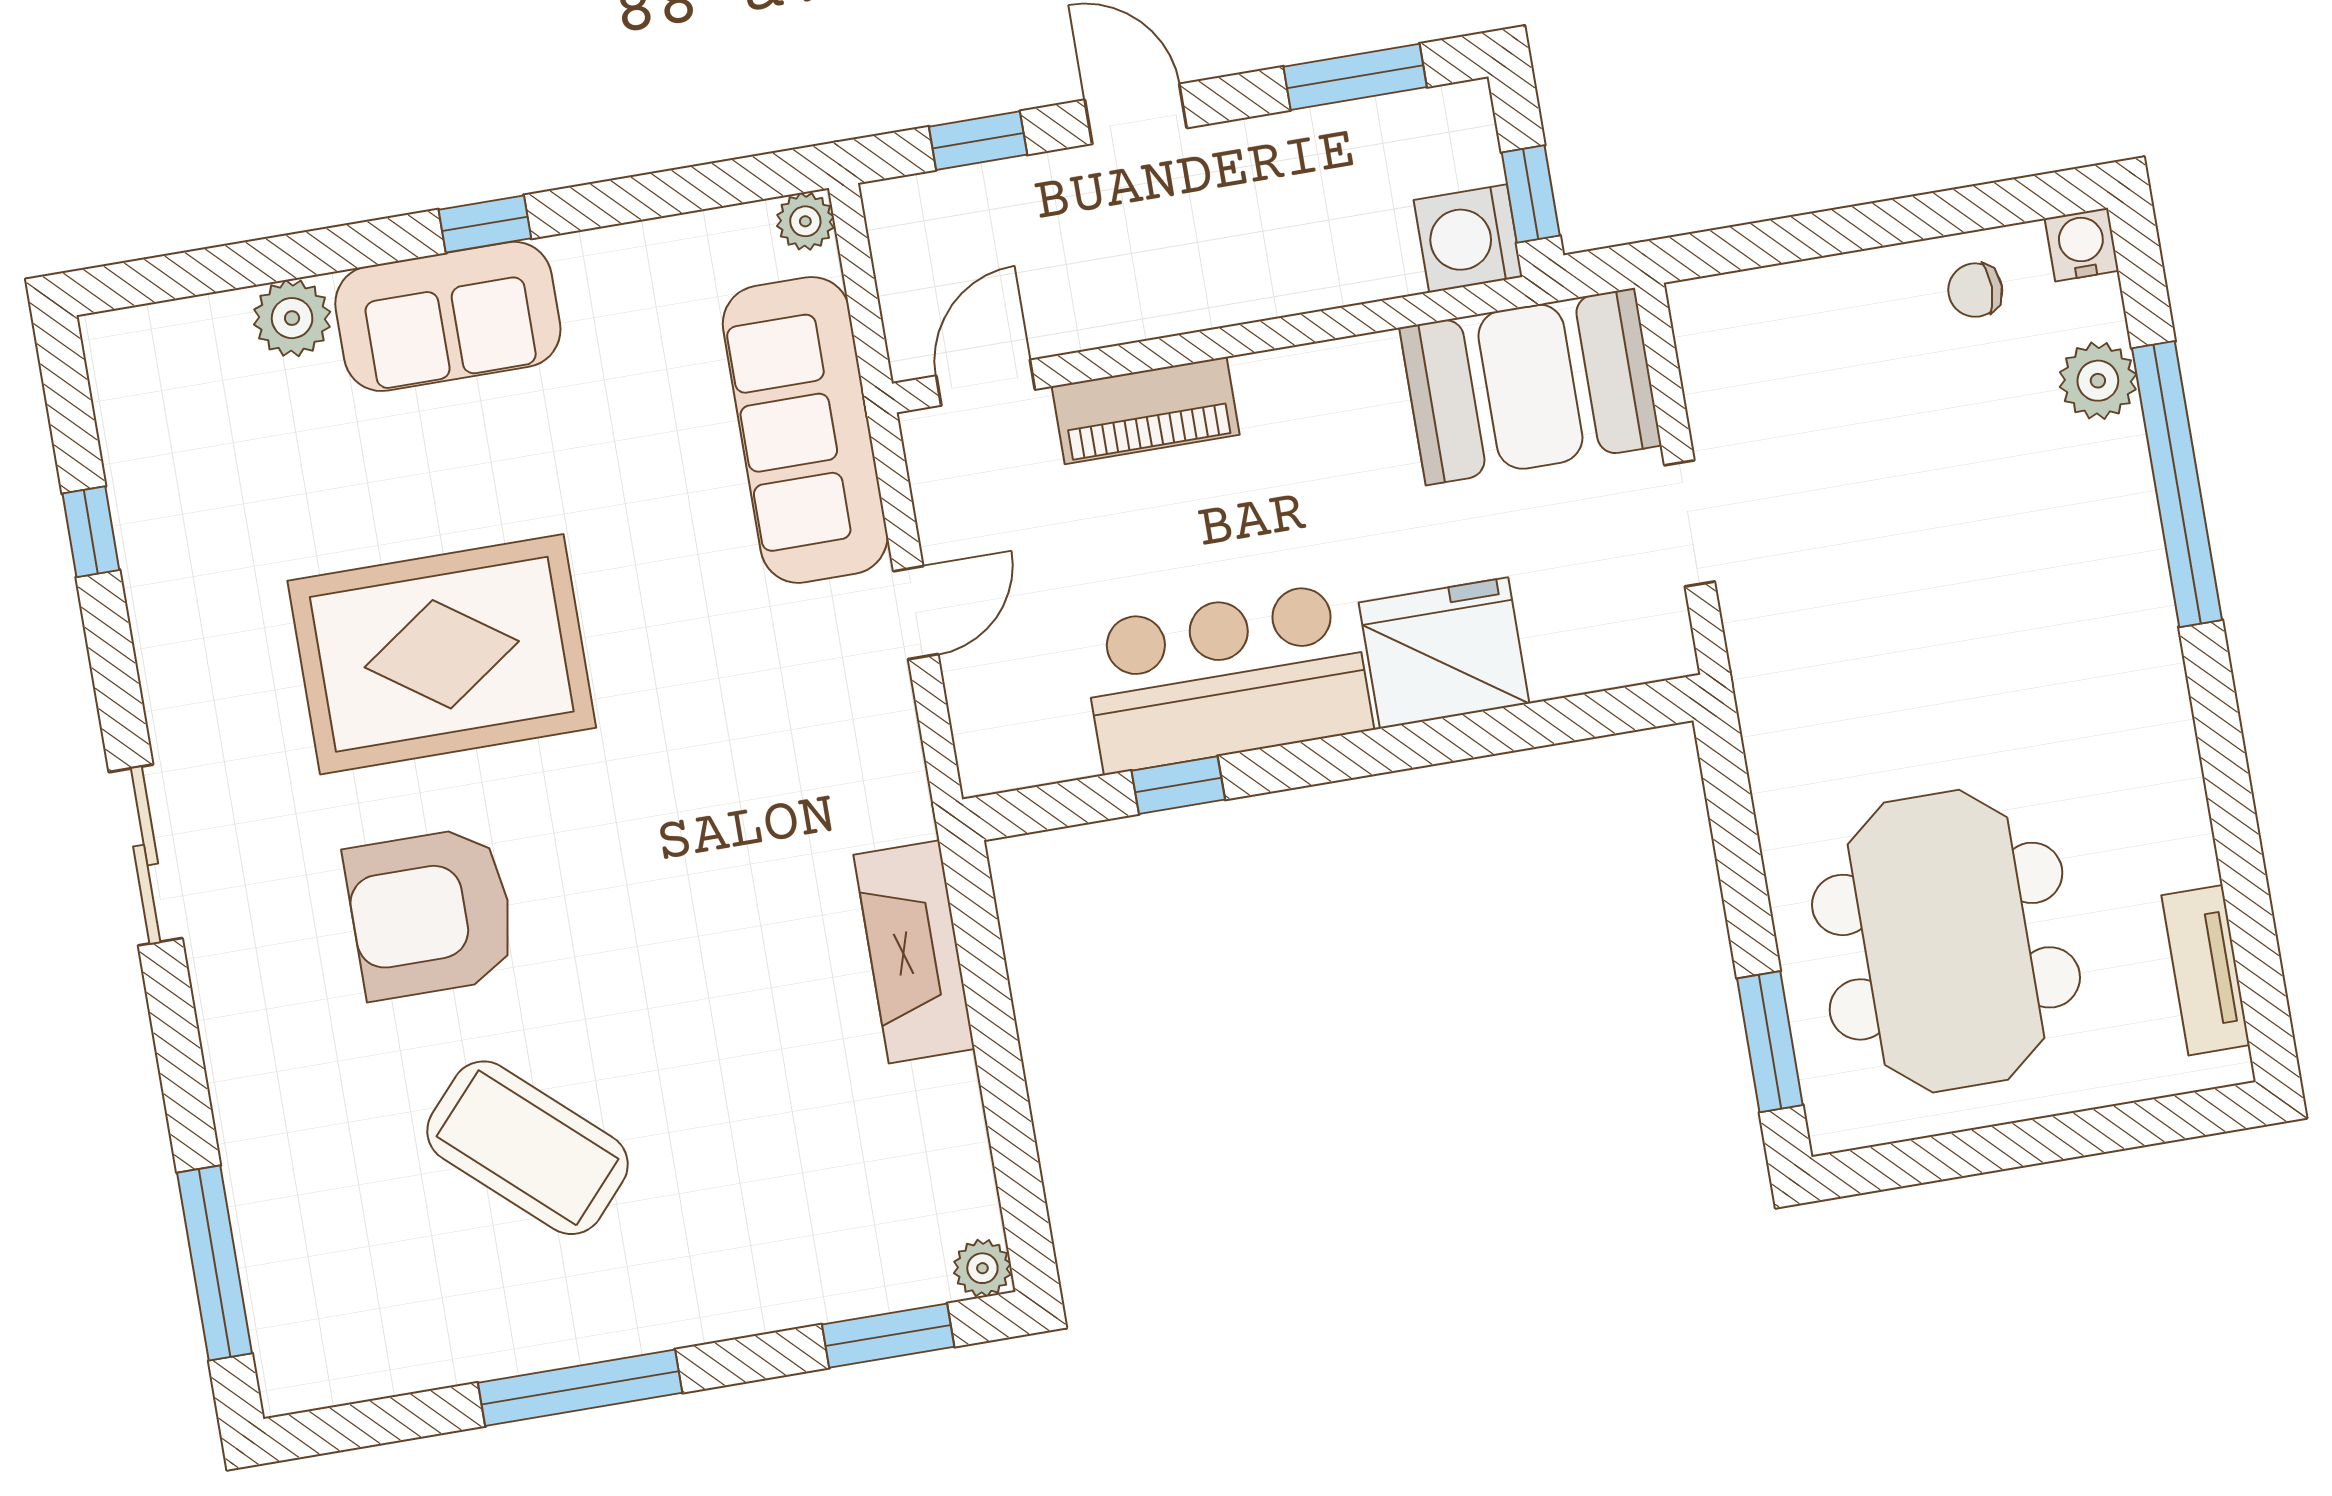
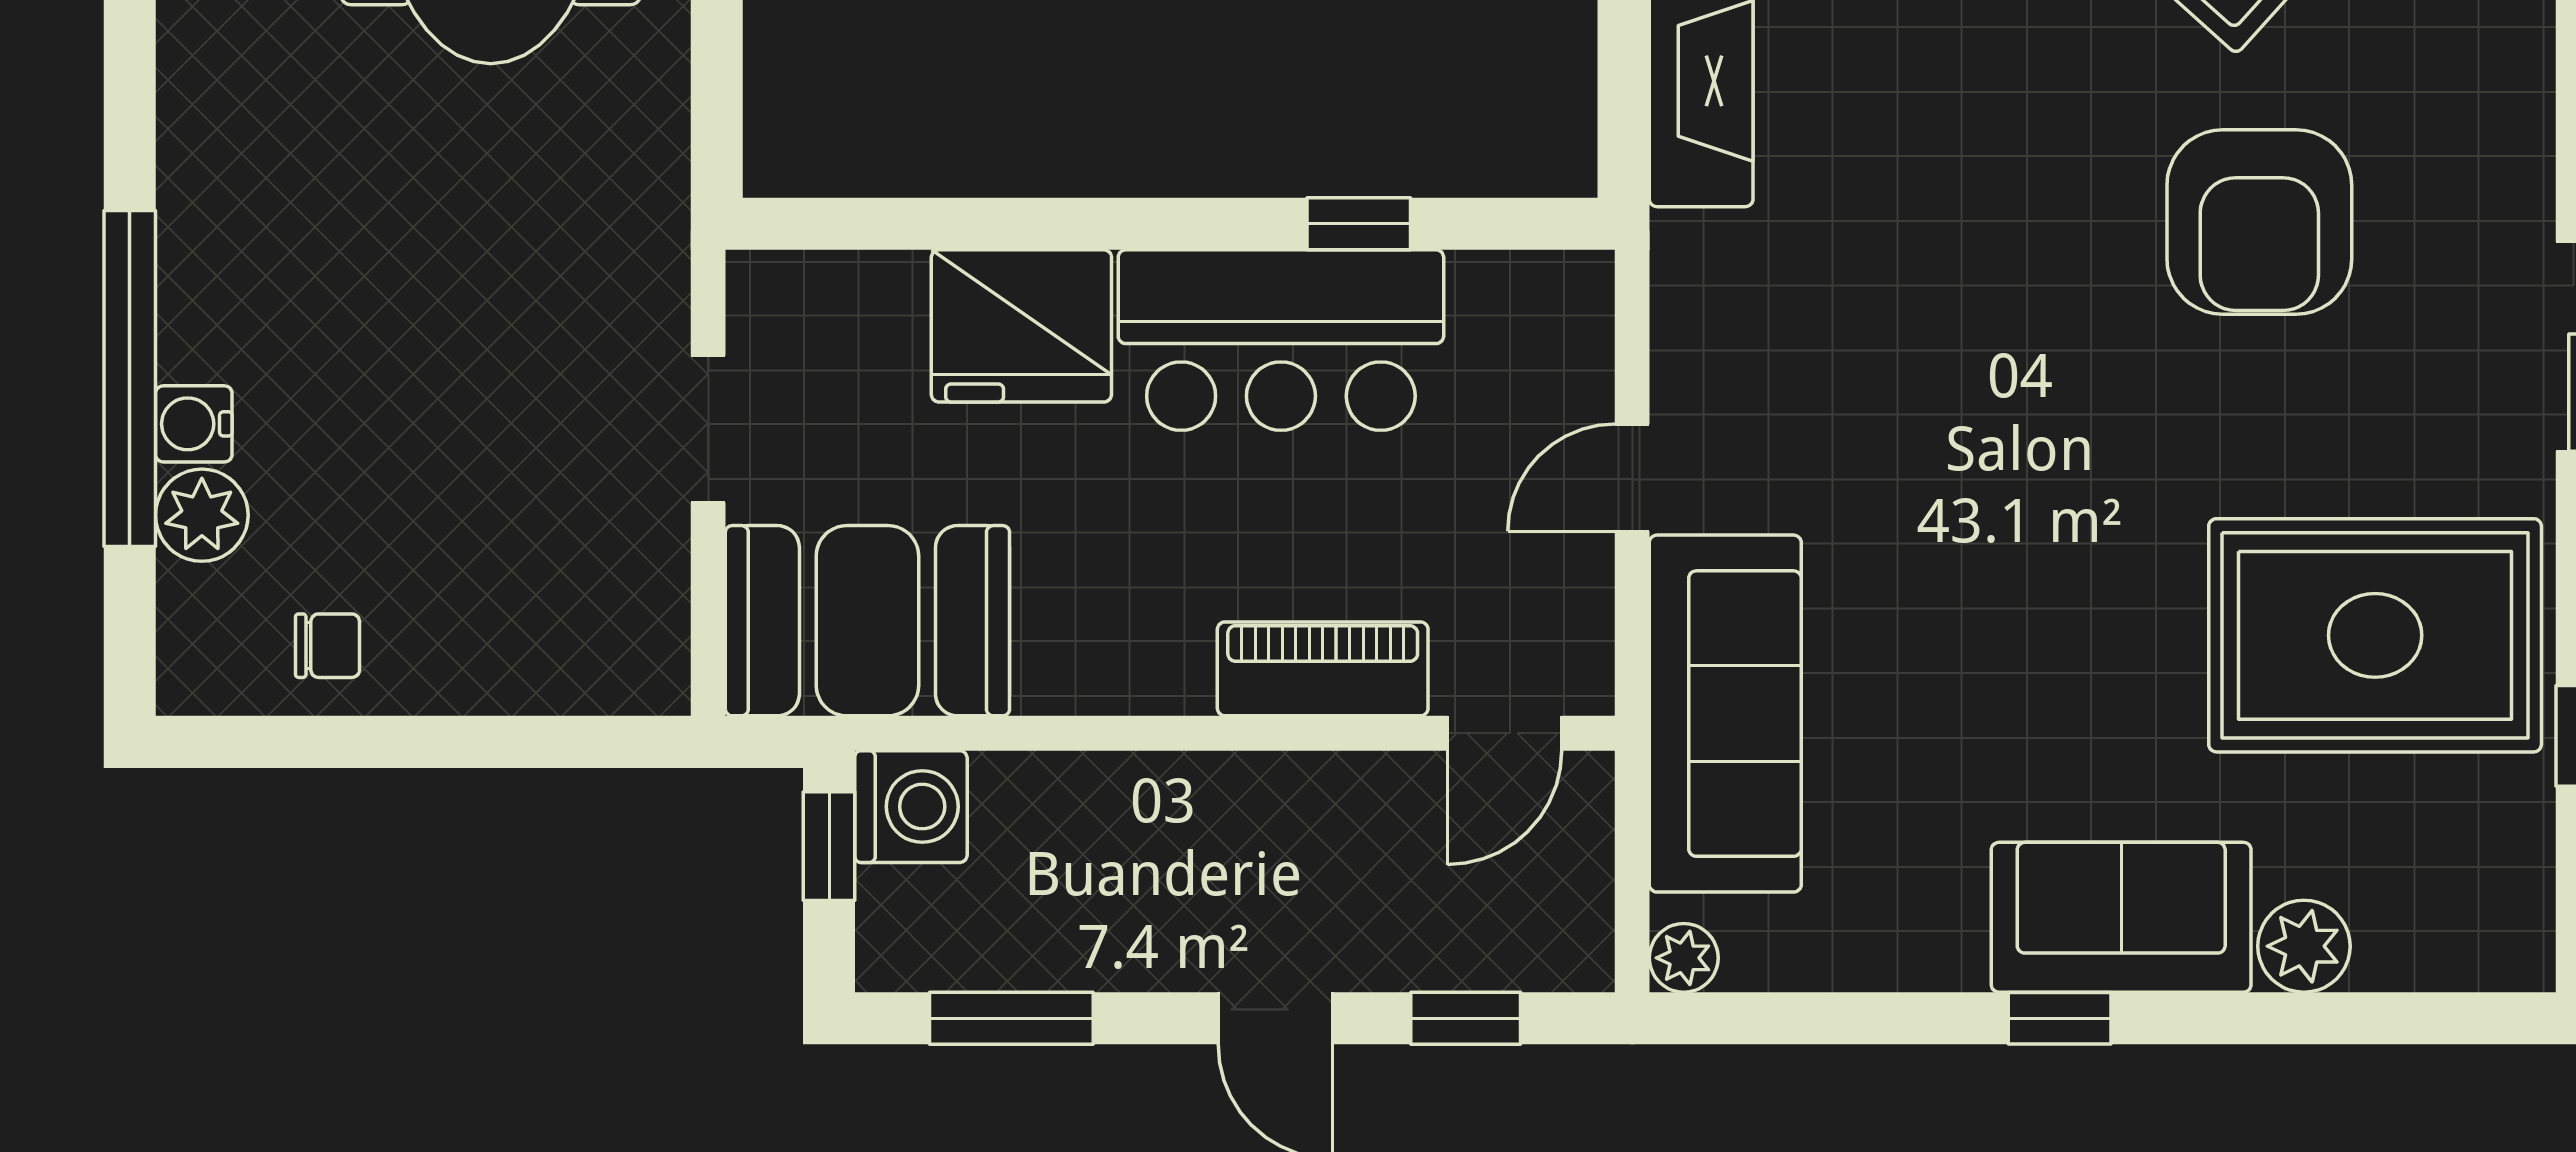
water cooler: (2082, 245) -> (194, 424), moved, turned 90
rug: (442, 654) -> (2375, 635), moved
armchair: (431, 913) -> (2259, 222), turned 90

